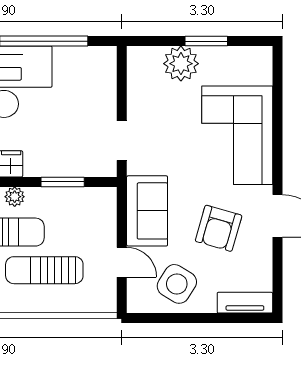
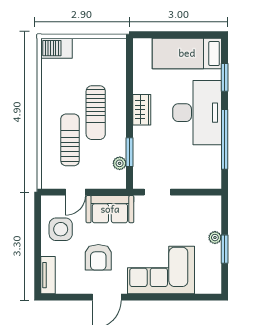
plant: (181, 64) -> (215, 238), width x0.53, depth x0.53
plant: (15, 197) -> (120, 163), moved
armchair: (219, 228) -> (98, 257), turned -106
side table: (177, 284) -> (61, 229), turned -32

